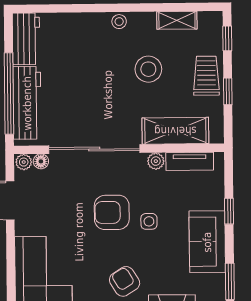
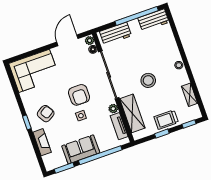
stool: (148, 69) -> (148, 80), moved
trolley: (206, 76) -> (166, 120), turned 180
window: (9, 93) -> (137, 16), moved
workbench: (27, 103) -> (116, 34), width x0.73
window: (229, 211) -> (100, 155), width x3.17
armchair: (112, 212) -> (79, 95), turned 180

